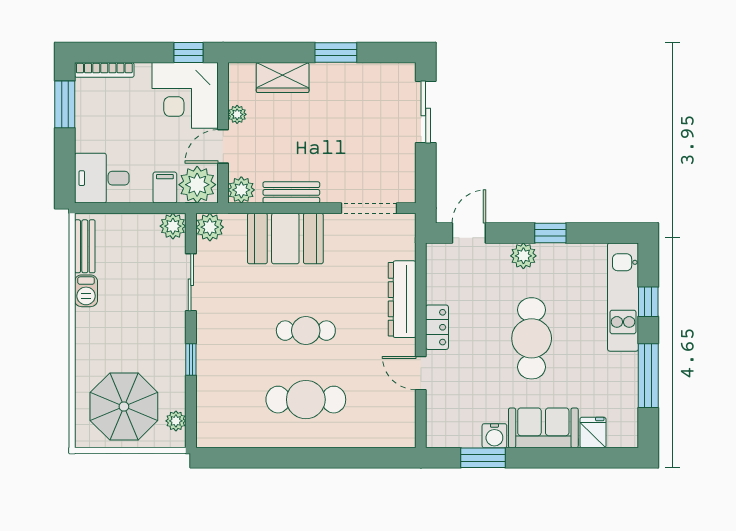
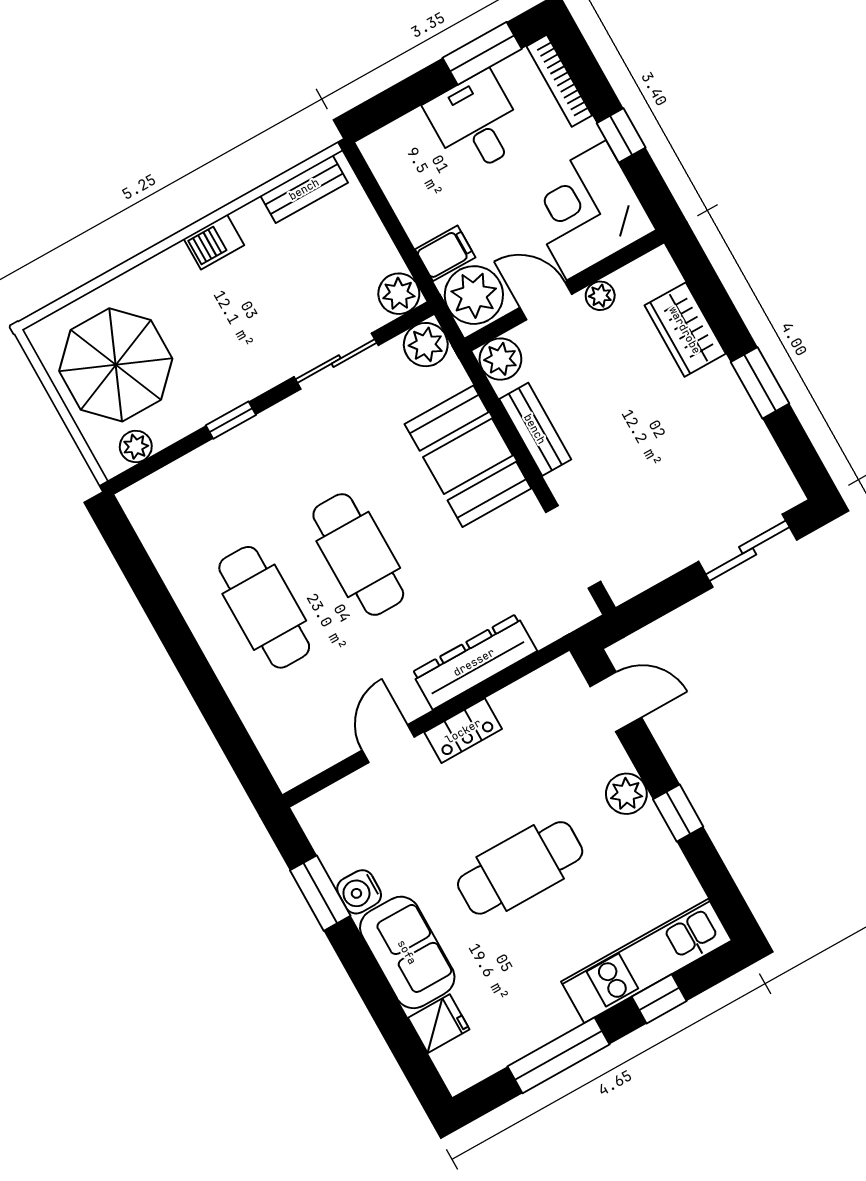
window: (188, 52) -> (621, 135), moved
desk: (102, 178) -> (476, 123), moved
barbecue: (86, 291) -> (214, 242), moved
cafe table: (306, 331) -> (358, 555), width x1.37, depth x1.35

